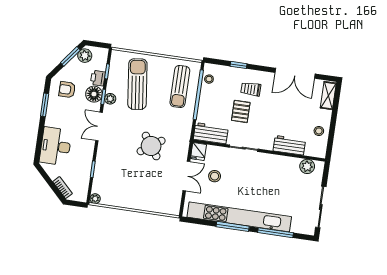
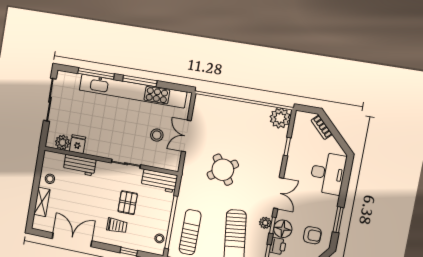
shelving: (328, 96) -> (42, 202), moved
fridge: (198, 152) -> (78, 144), moved
plant: (95, 199) -> (280, 118), width x1.88, depth x1.88

